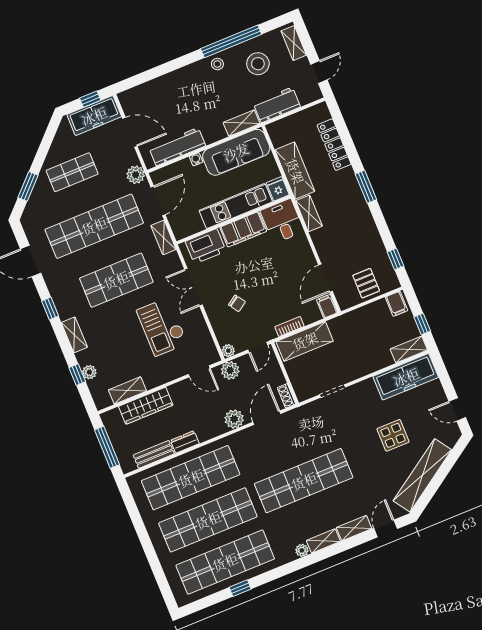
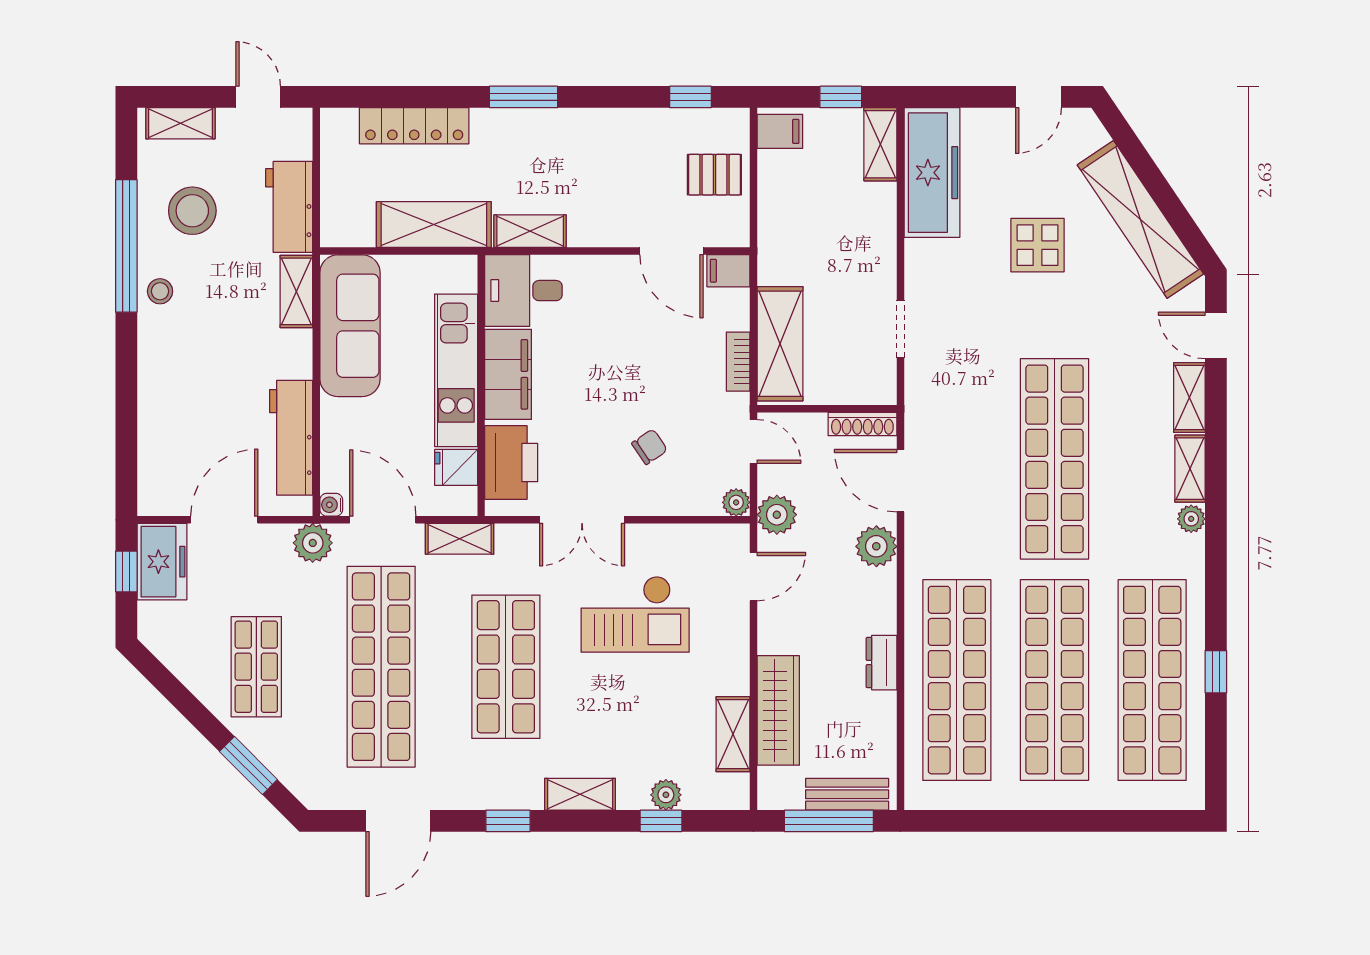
freezer: (94, 116) -> (162, 562), width x0.71
water cooler: (196, 159) -> (331, 505), moved
fridge: (278, 189) -> (456, 467), moved
shoe rack: (286, 396) -> (862, 424), width x1.43
bench: (154, 454) -> (847, 794), moved, turned 90

